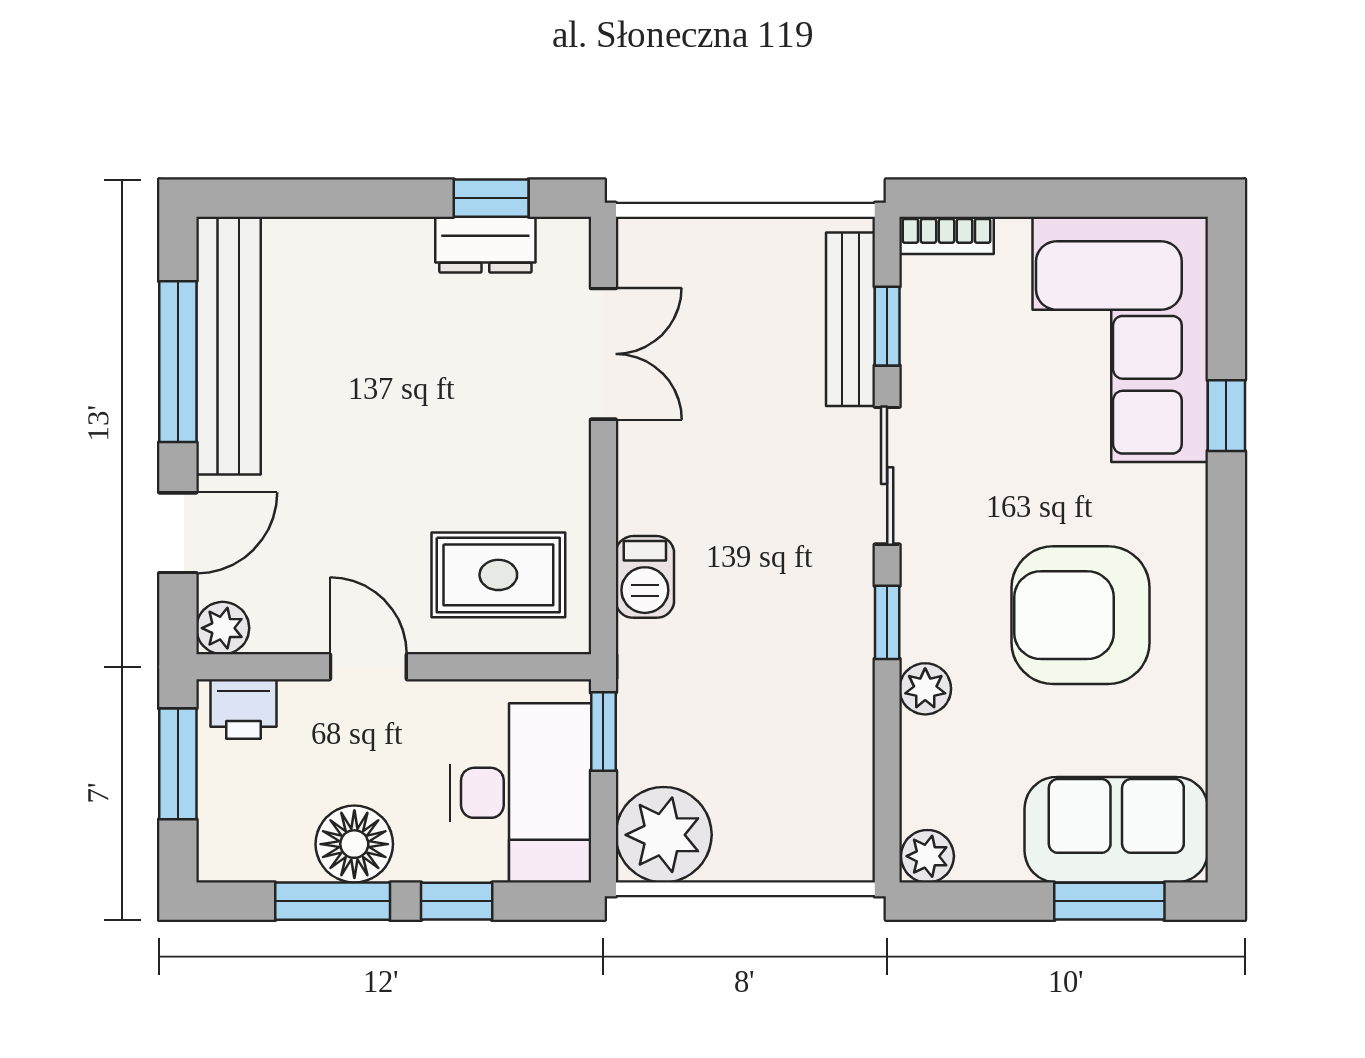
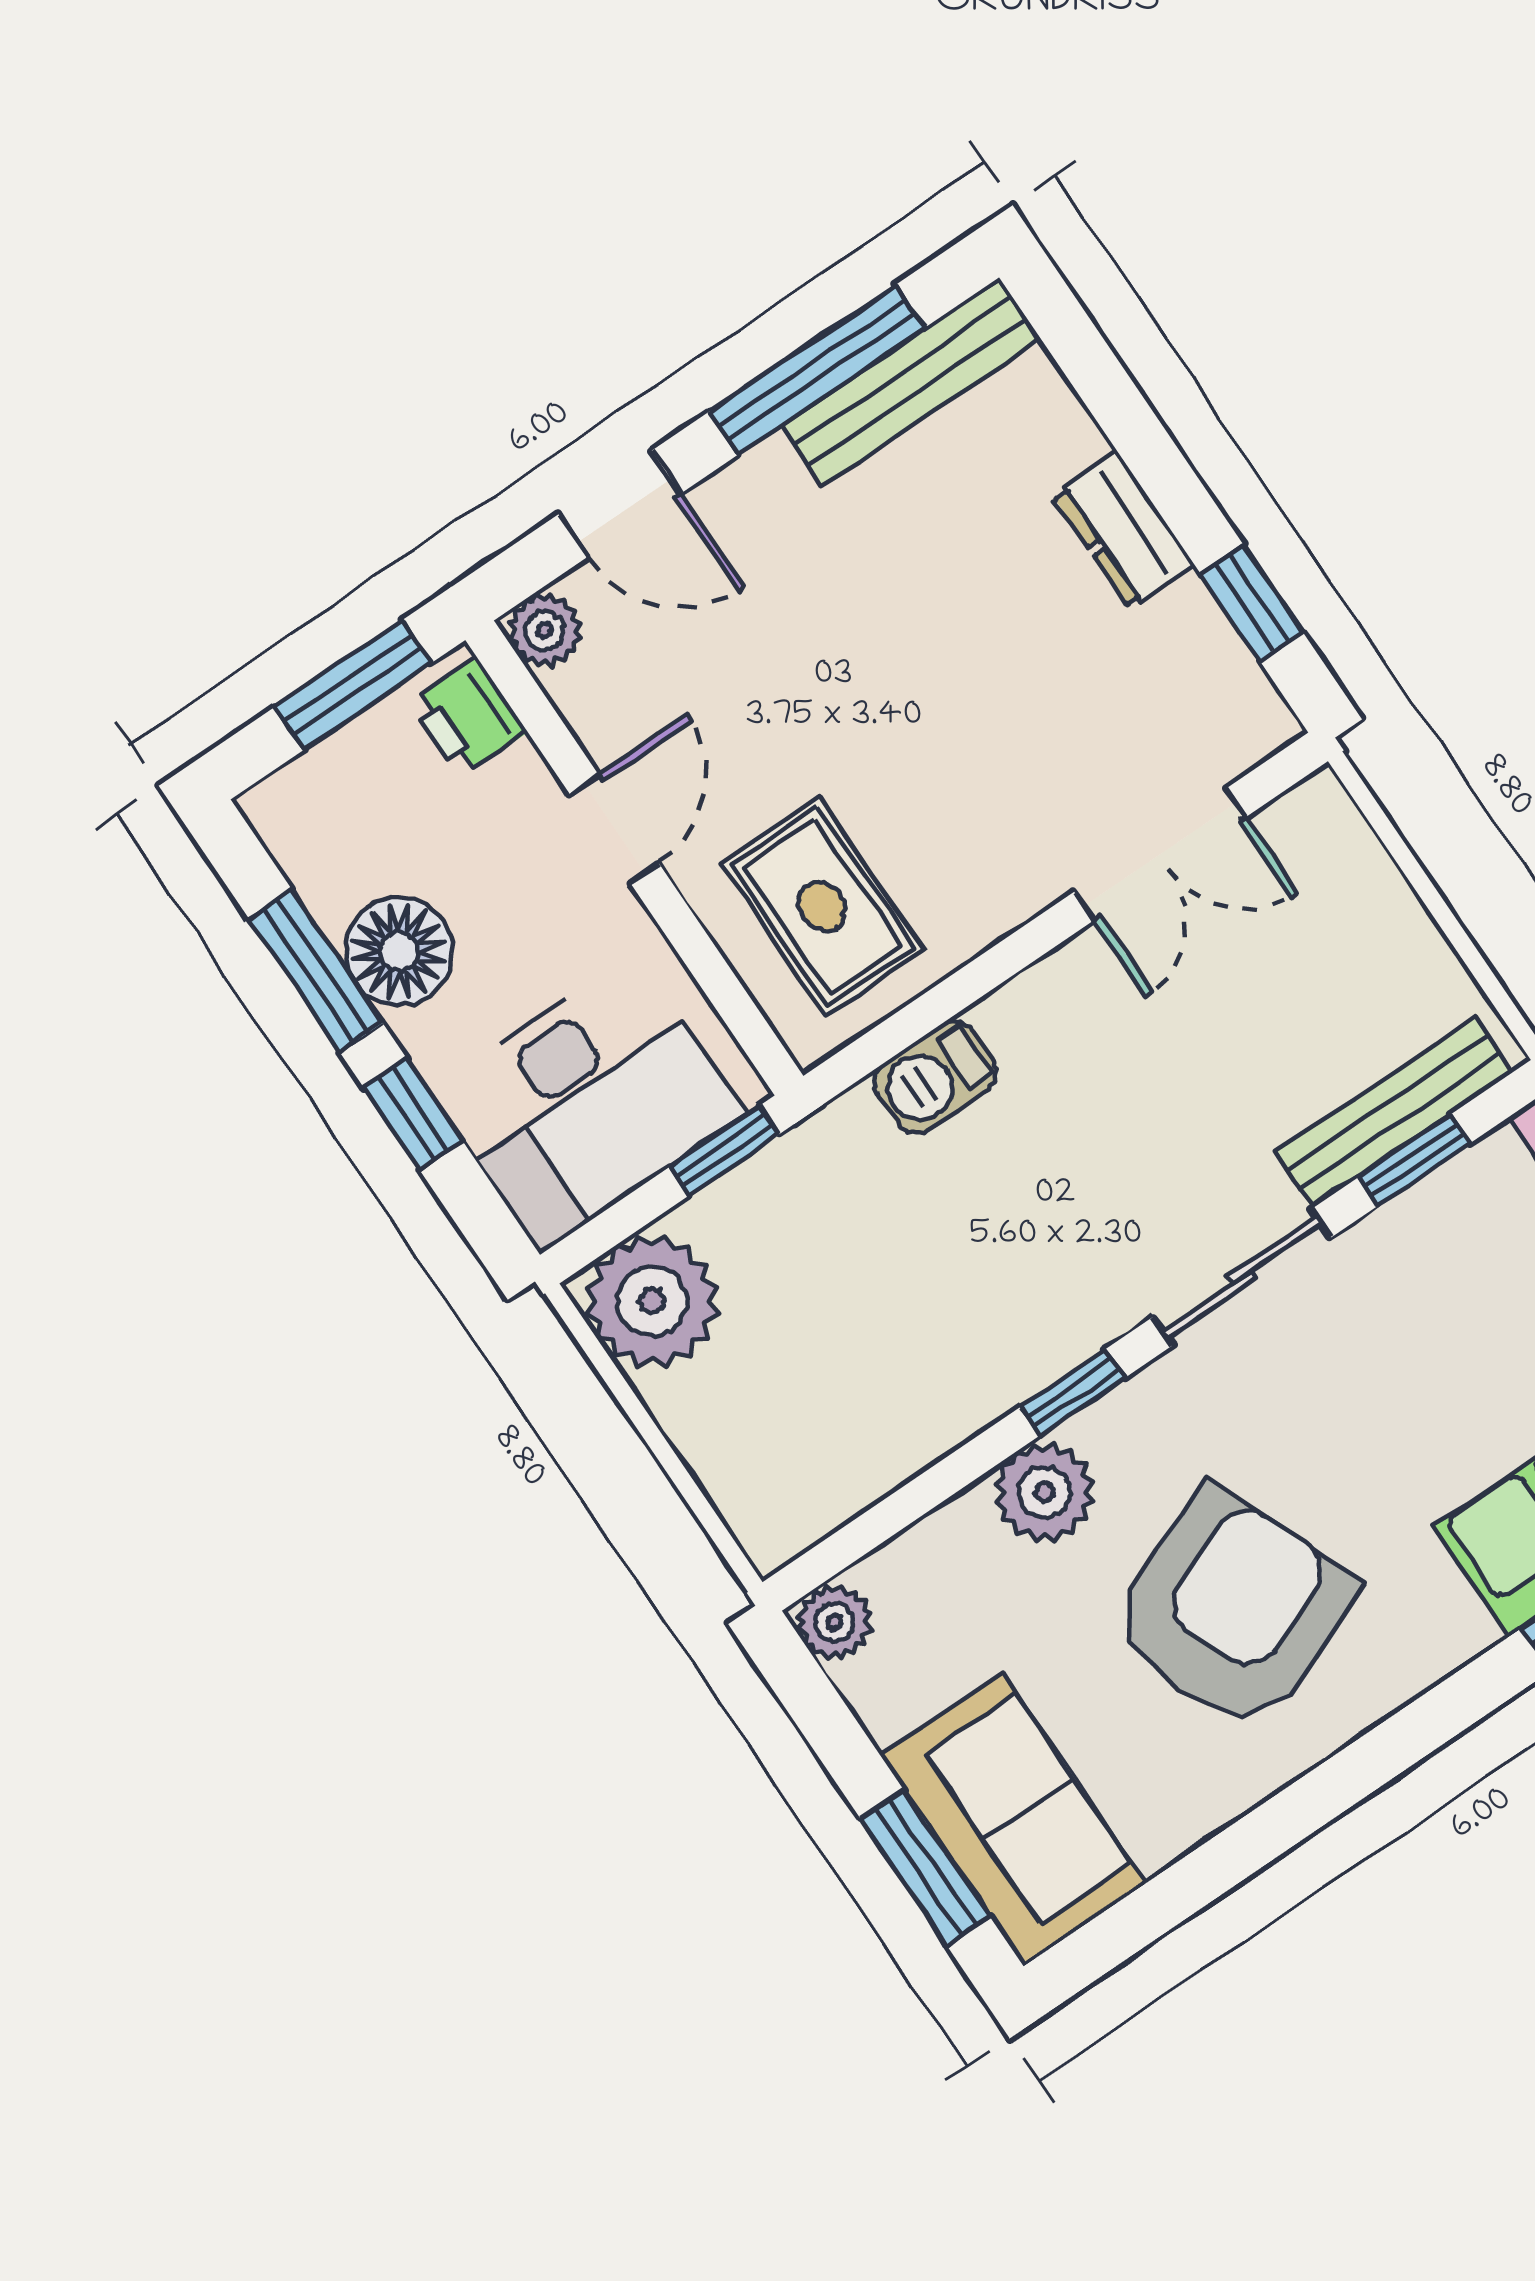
dresser: (485, 245) -> (1123, 530), moved
bench: (228, 346) -> (911, 382), width x0.73, depth x0.82
armchair: (1081, 615) -> (1232, 1610), turned 68
plant: (925, 689) -> (1044, 1492), width x1.38, depth x1.38

